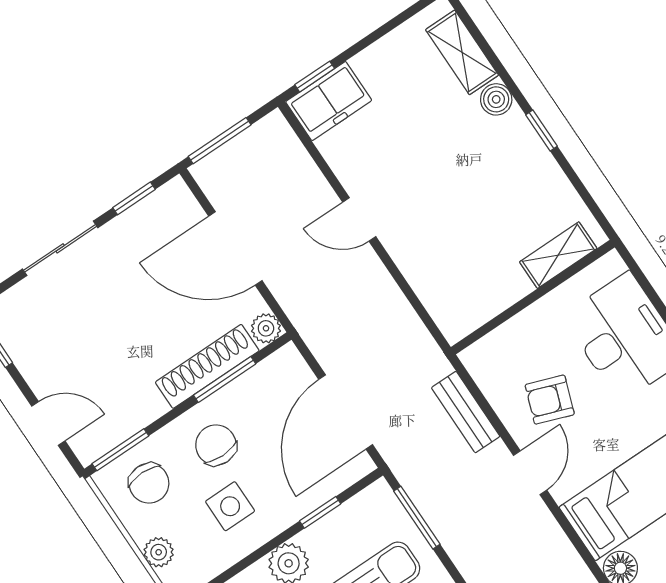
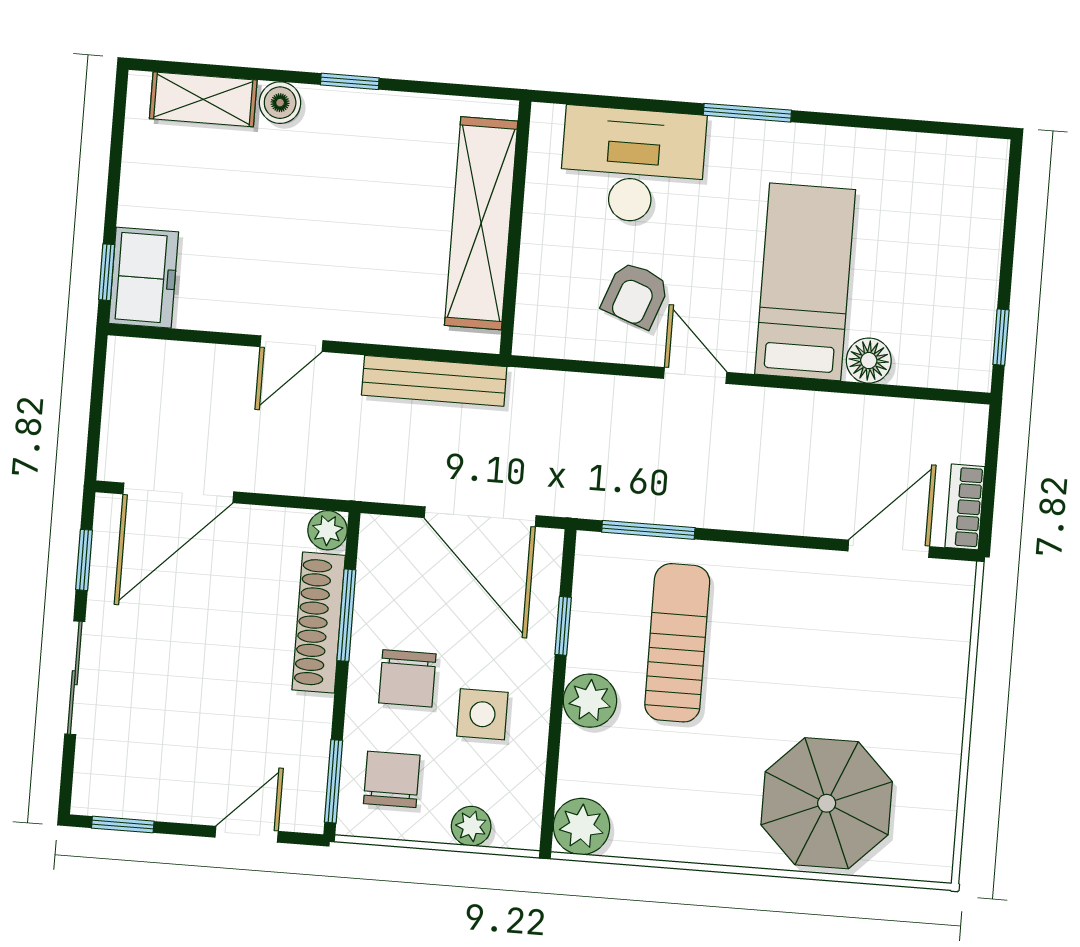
window: (220, 141) -> (95, 423), removed
door: (235, 248) -> (178, 493), moved
shelving: (558, 255) -> (481, 223), width x2.20, depth x1.33
bench: (466, 412) -> (434, 381), moved, width x1.36
chair: (216, 445) -> (407, 678), turned -90
chair: (149, 483) -> (392, 779), turned -90

